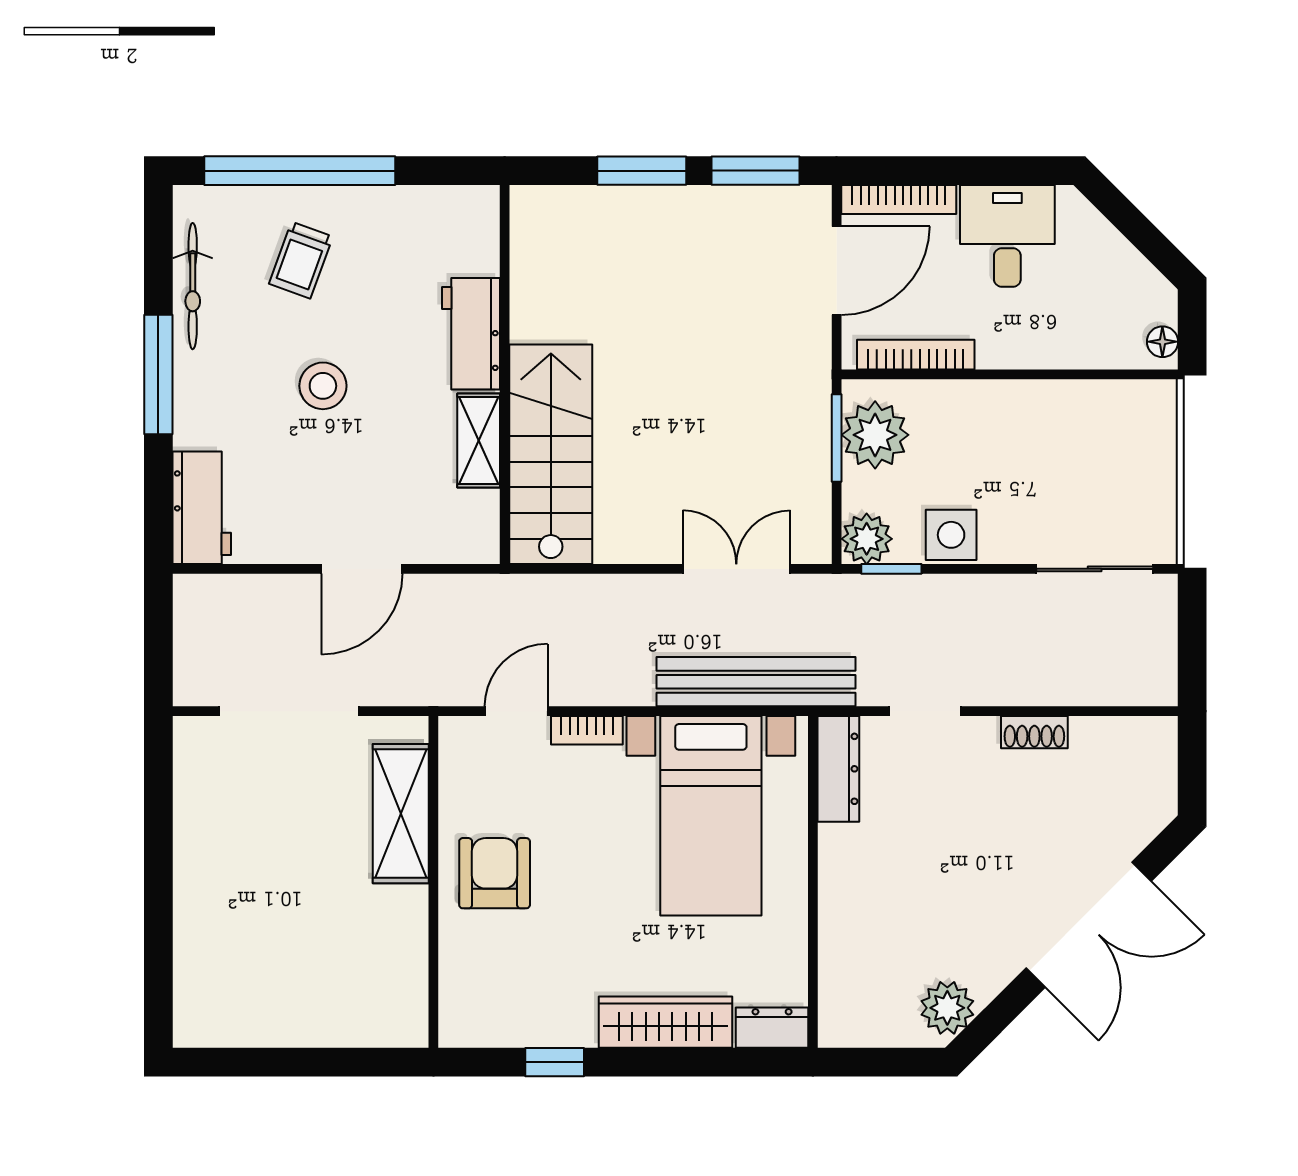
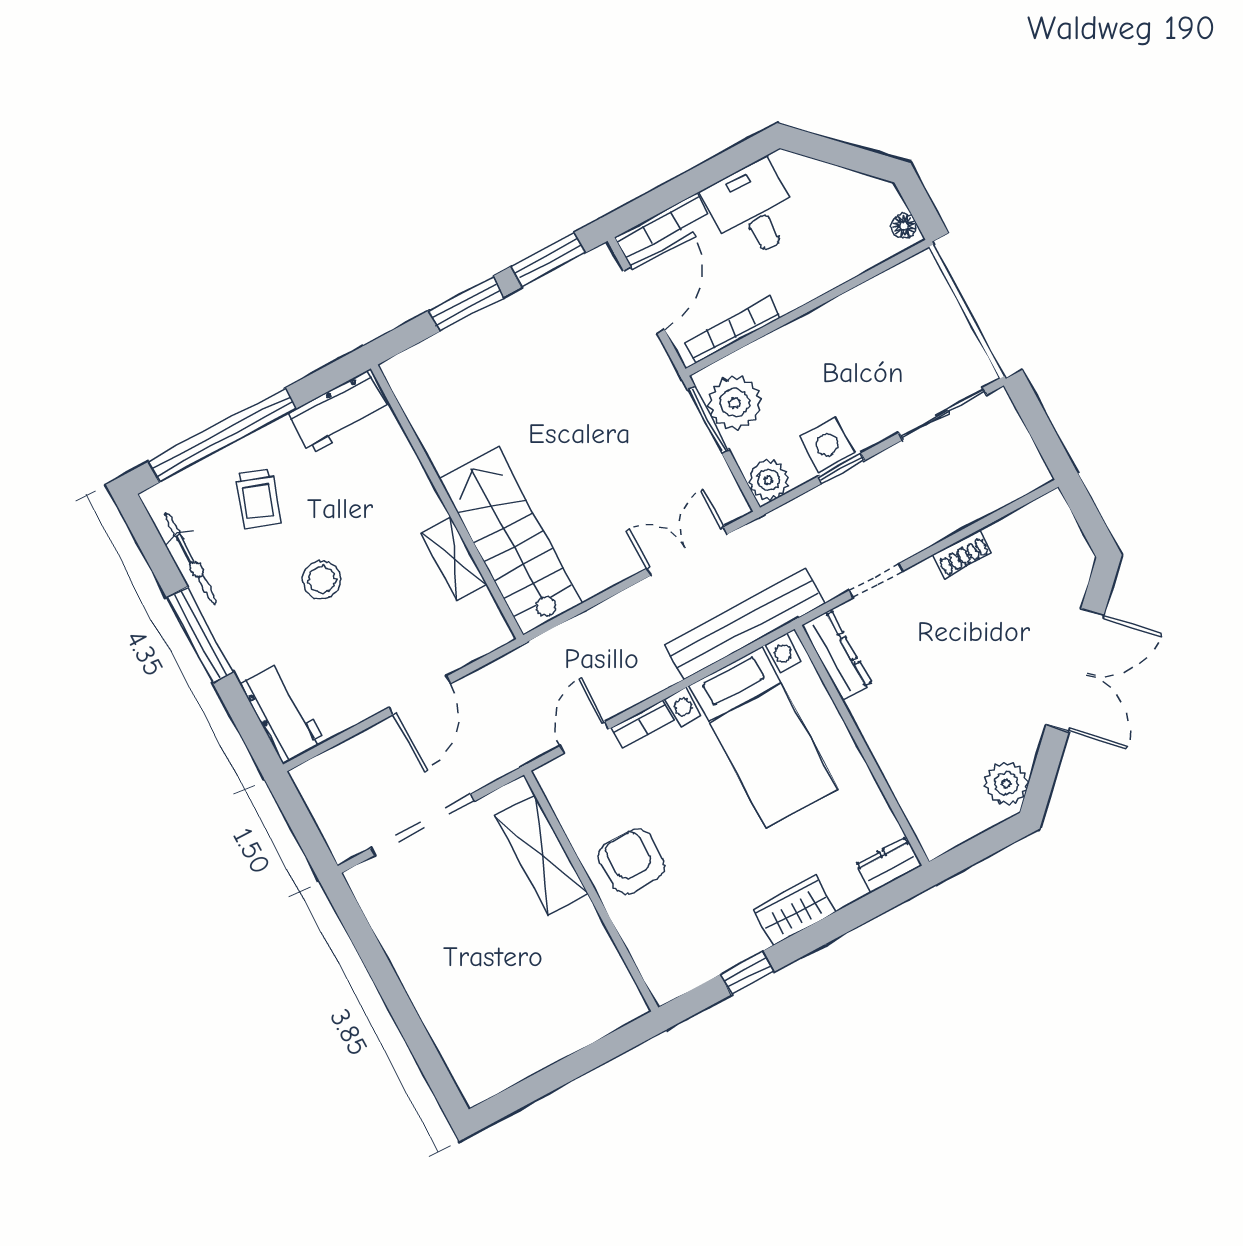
workbench: (471, 334) -> (338, 412), moved, turned -90
window: (891, 569) -> (841, 469), moved
wardrobe: (666, 1022) -> (795, 910), width x0.67

